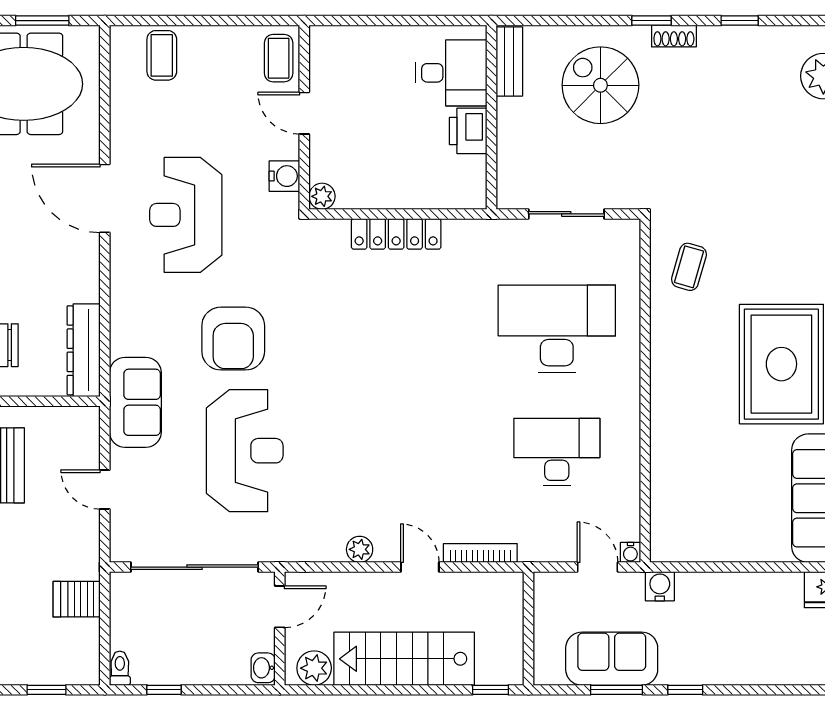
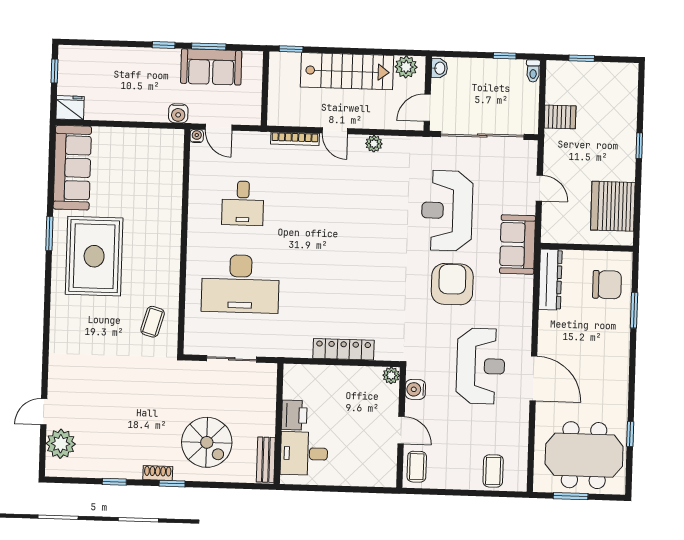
desk: (557, 452) -> (243, 203), width x0.73

